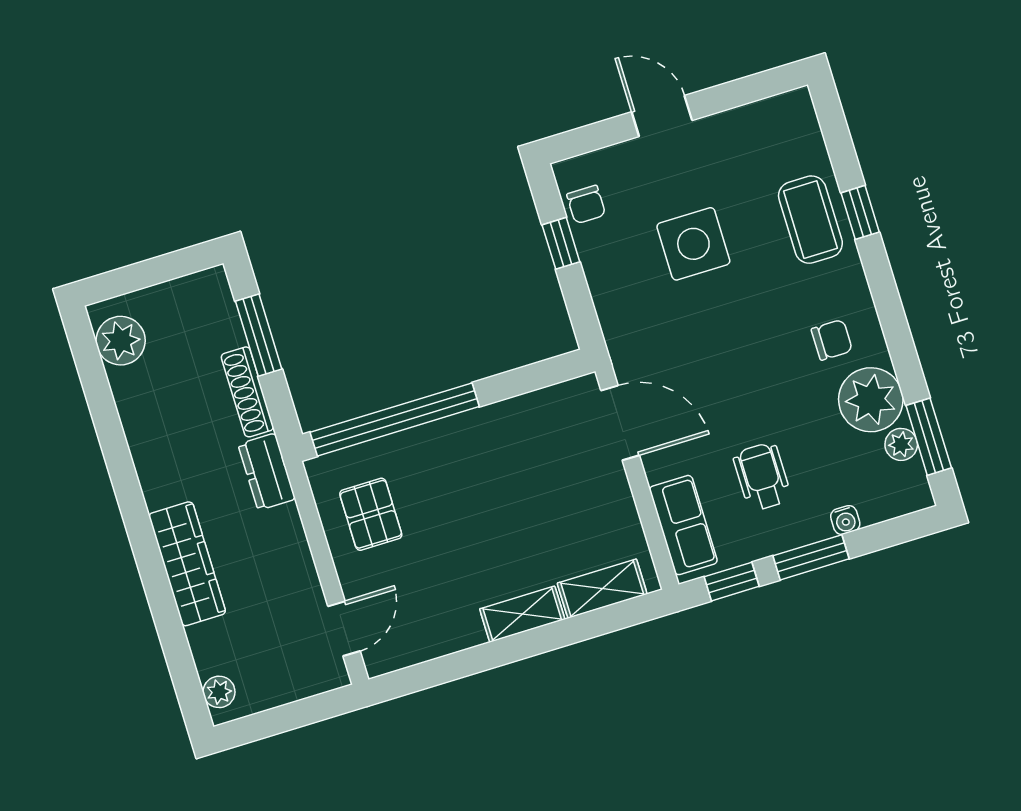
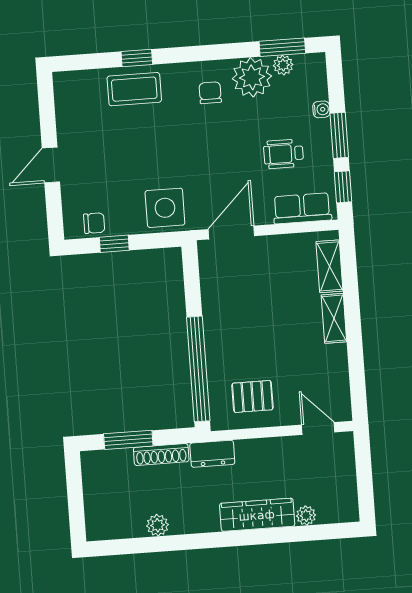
side table: (693, 244) -> (165, 208), moved
plant: (121, 341) -> (157, 525), moved, width x0.73, depth x0.73
plant: (219, 692) -> (306, 516), moved

